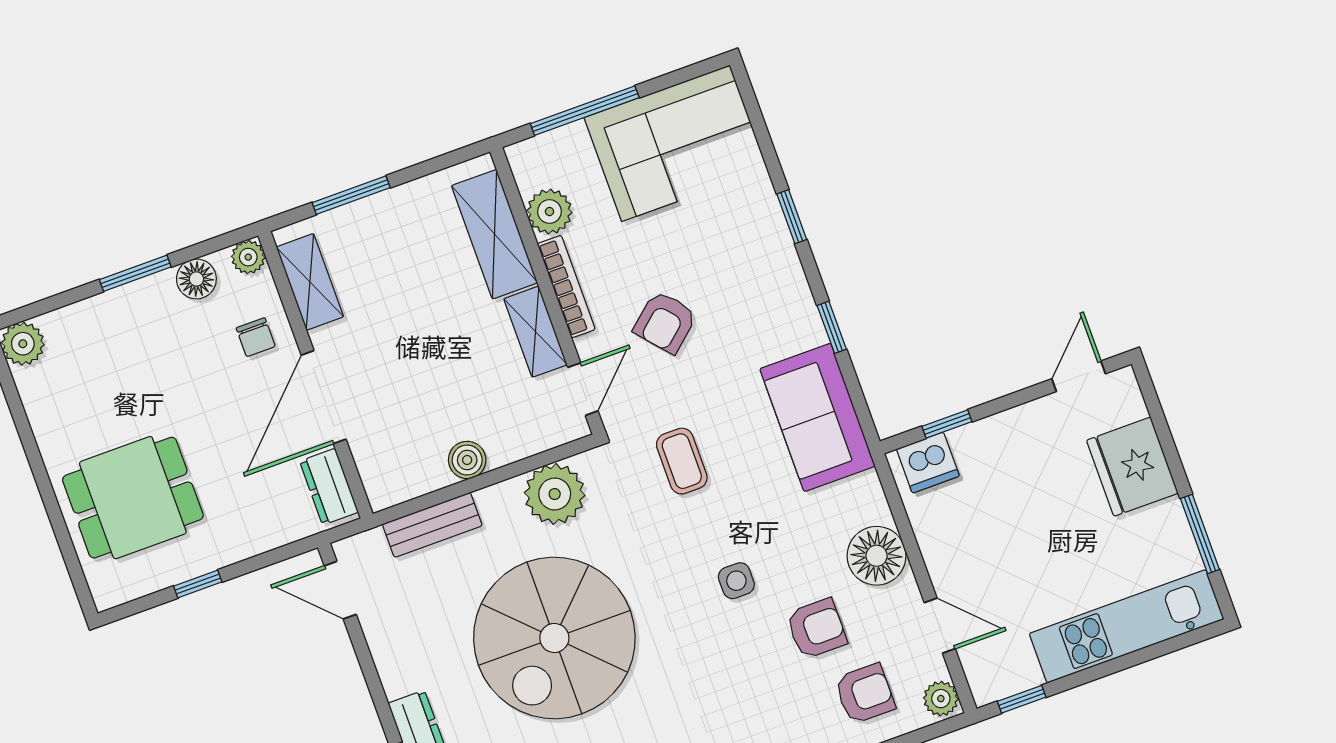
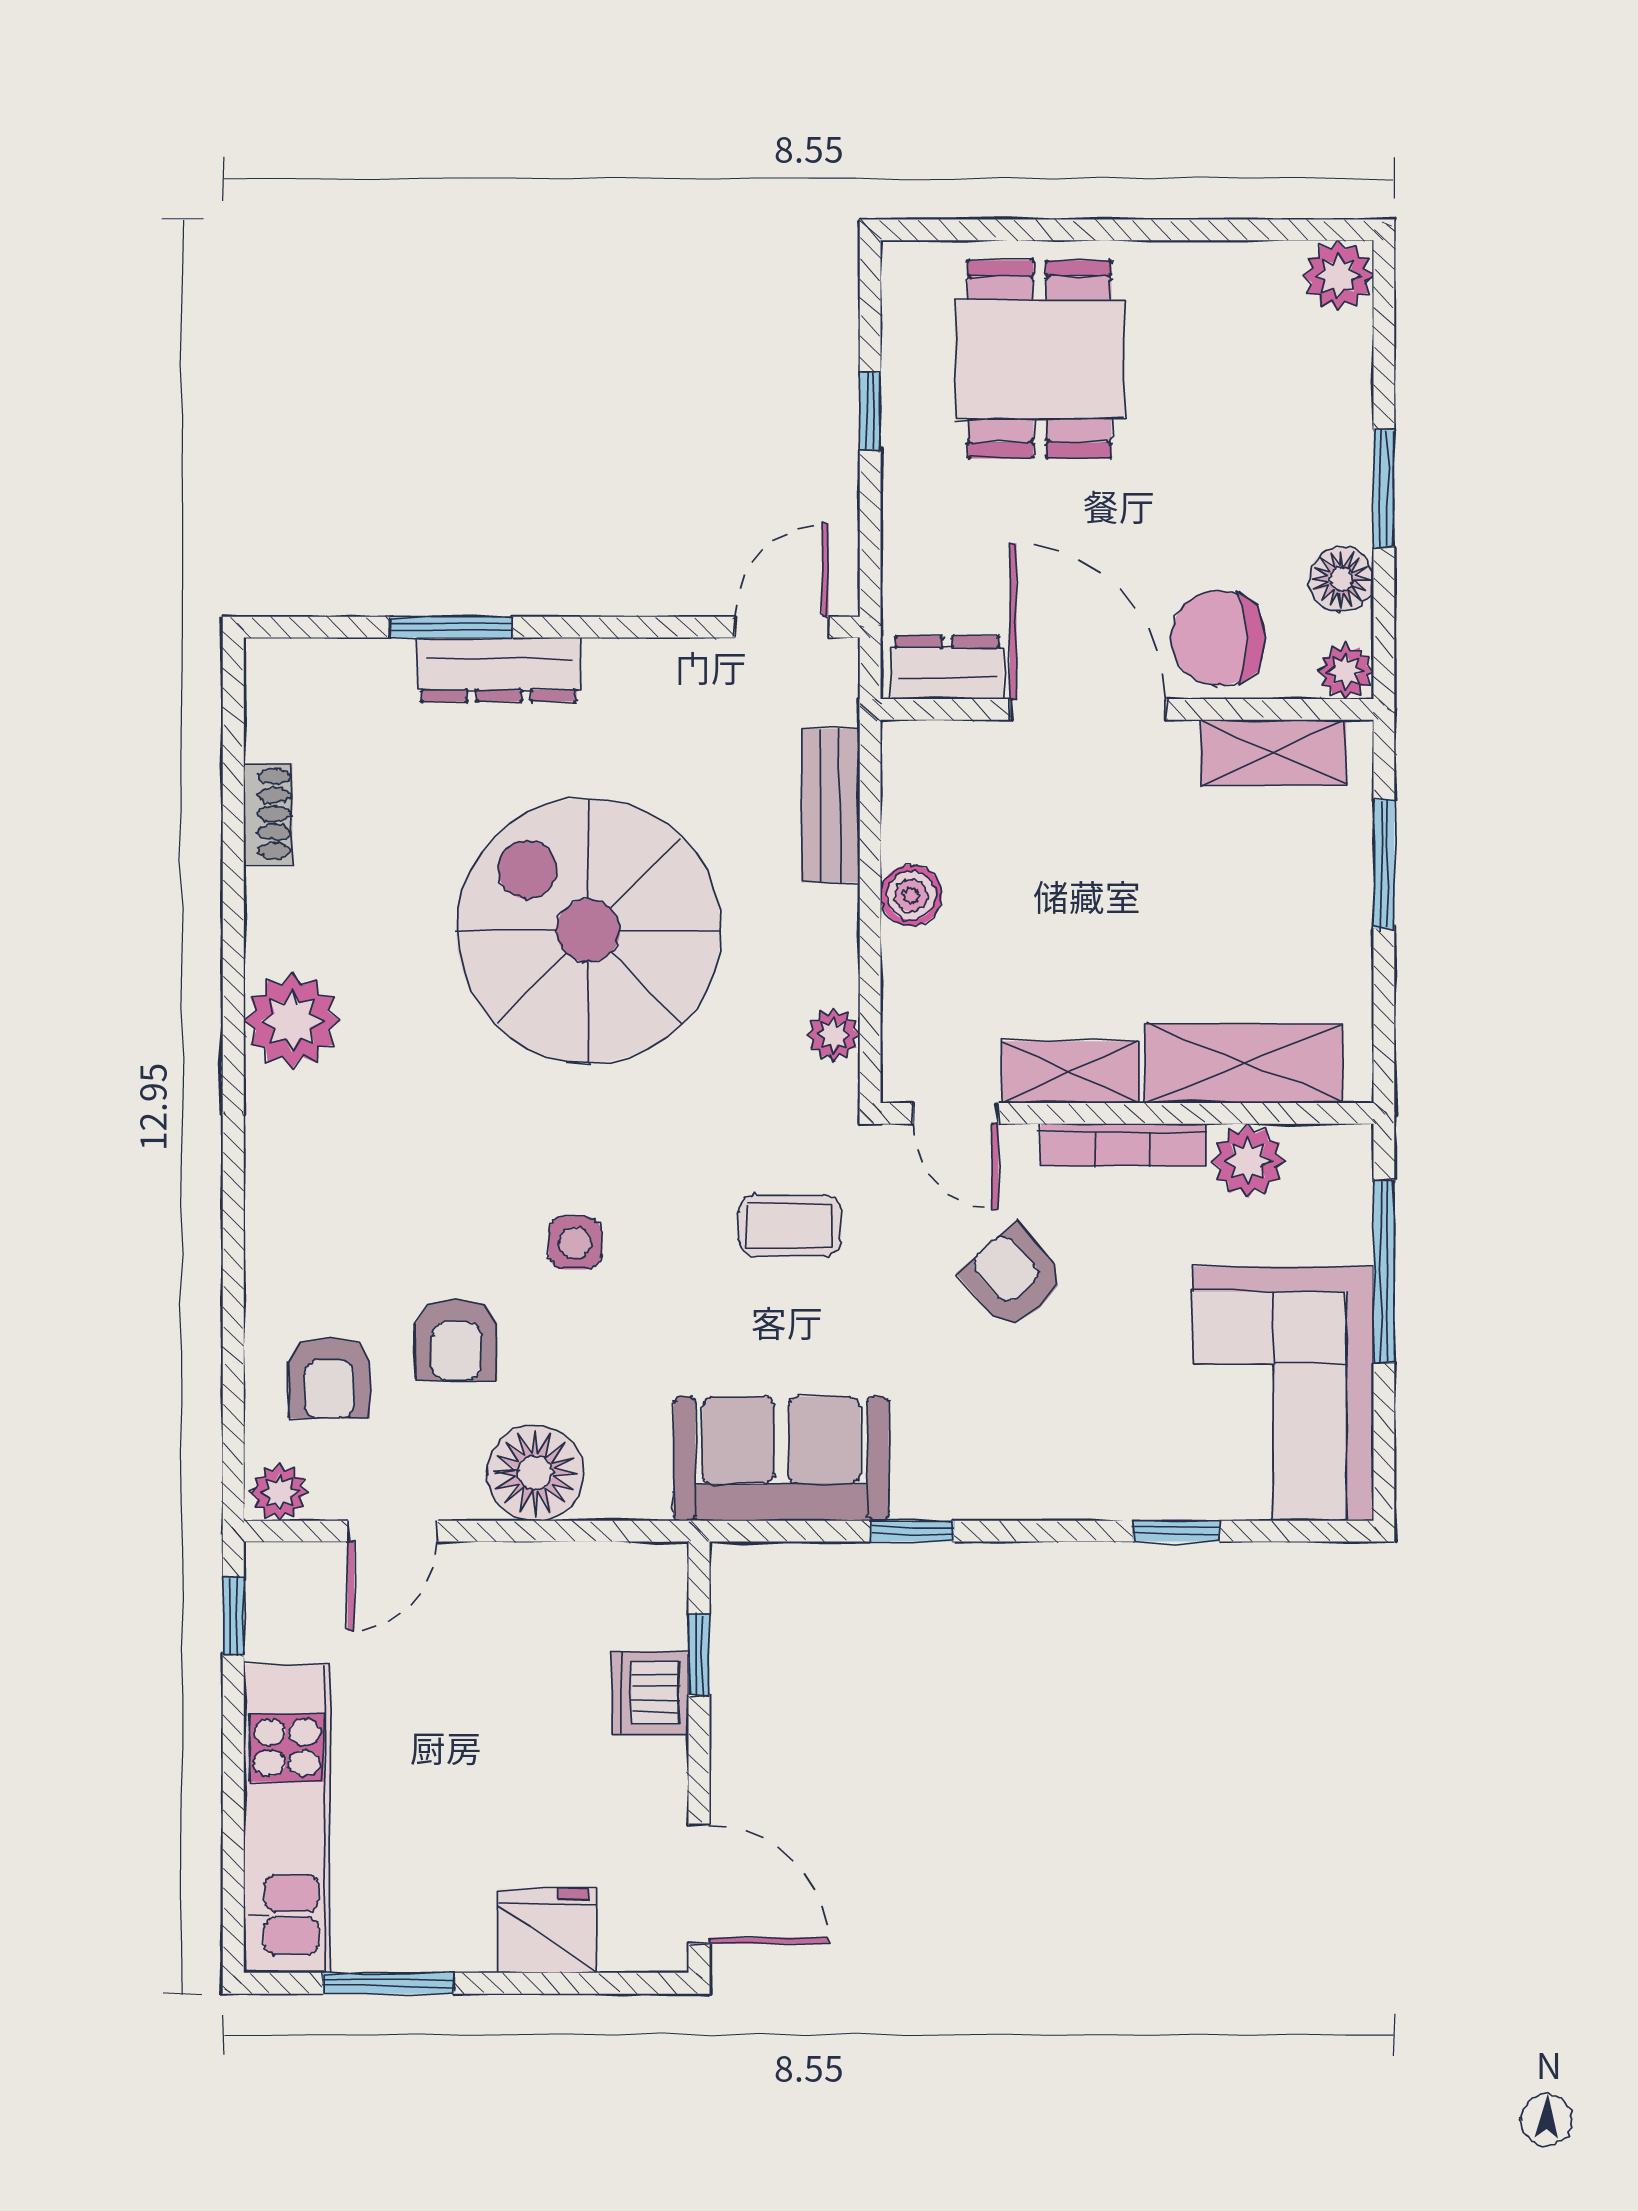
window: (792, 217) -> (1176, 1531), moved
chair: (256, 337) -> (1218, 638), width x1.87, depth x1.87
door: (1079, 376) -> (699, 1884), width x1.38
dishwasher: (928, 463) -> (650, 1693), moved
fridge: (1132, 467) -> (547, 1931), width x0.73, depth x0.75
plant: (555, 494) -> (833, 1035), width x0.53, depth x0.53

